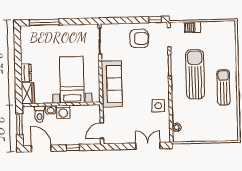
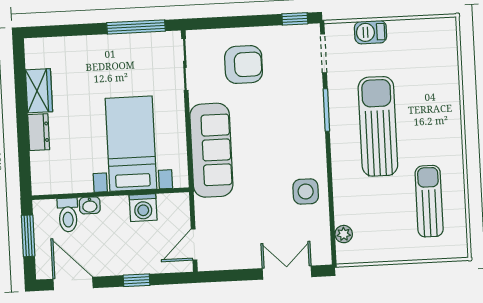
window: (44, 22) -> (136, 27), moved
armchair: (139, 38) -> (244, 65), moved
sun lounger: (223, 87) -> (429, 201), moved
wardrobe: (28, 93) -> (39, 91), moved
washing machine: (63, 112) -> (143, 208), moved

